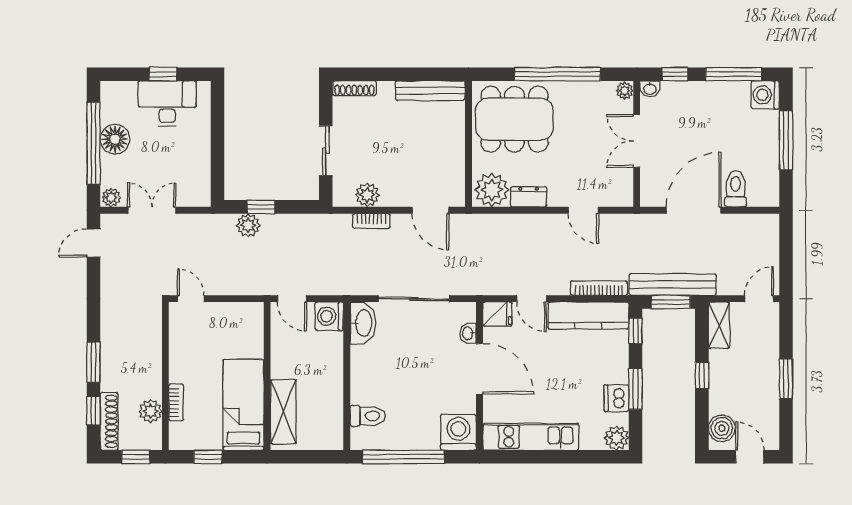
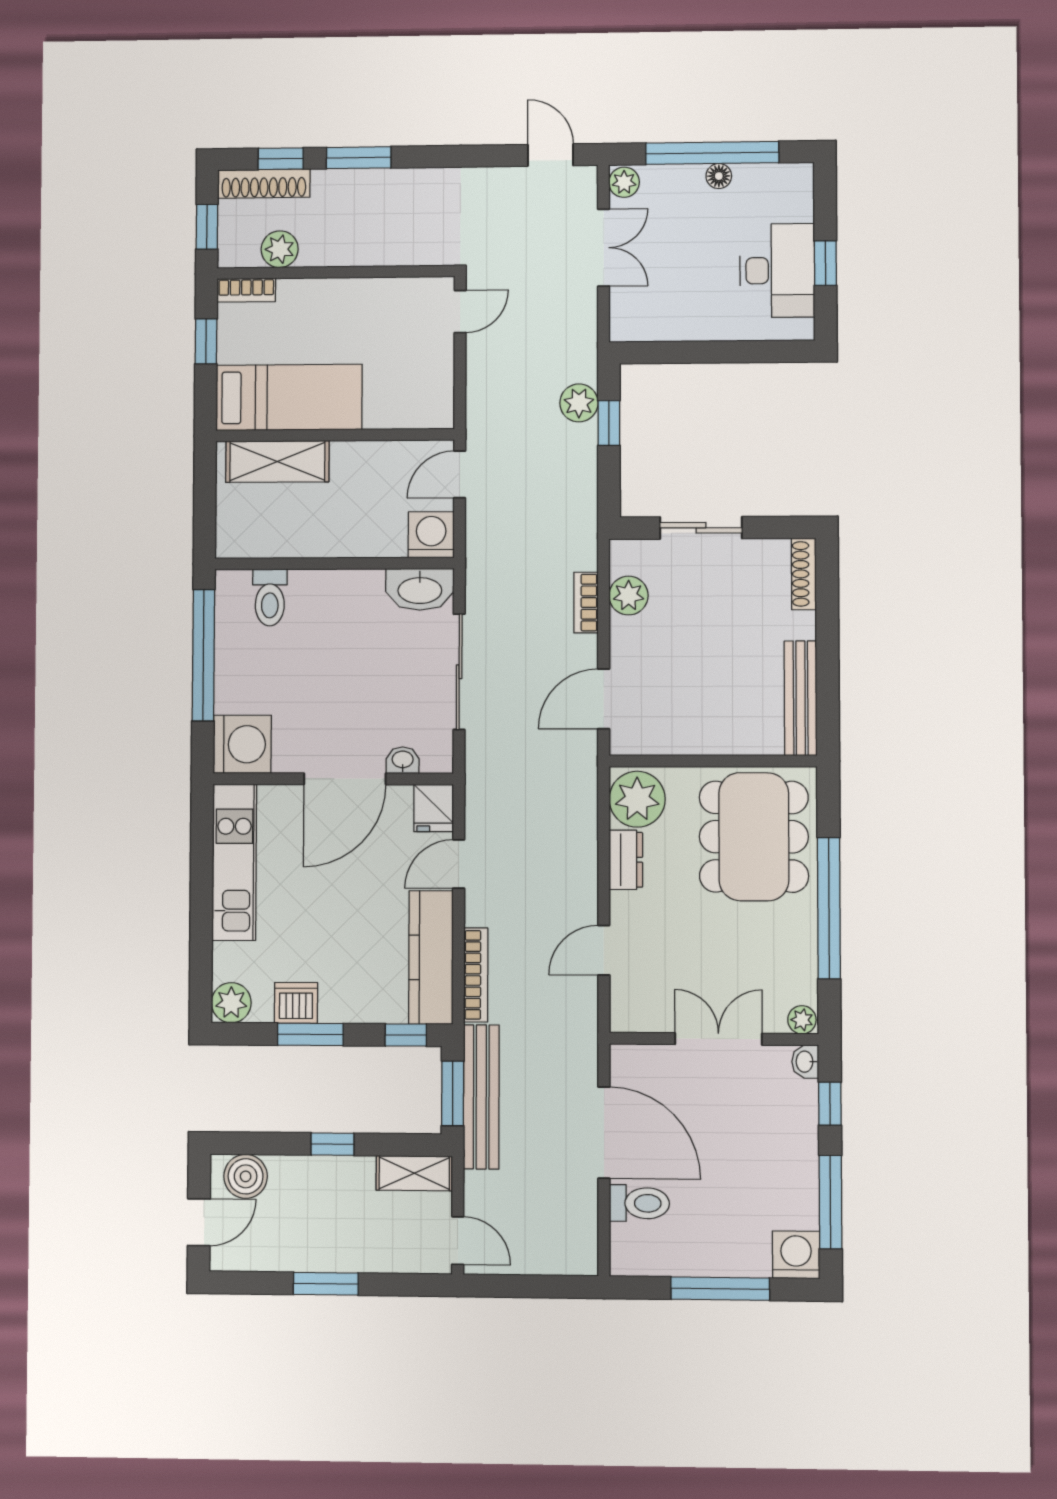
floor lamp: (115, 139) -> (719, 176), width x0.53, depth x0.53
bookcase: (176, 402) -> (246, 290), moved

